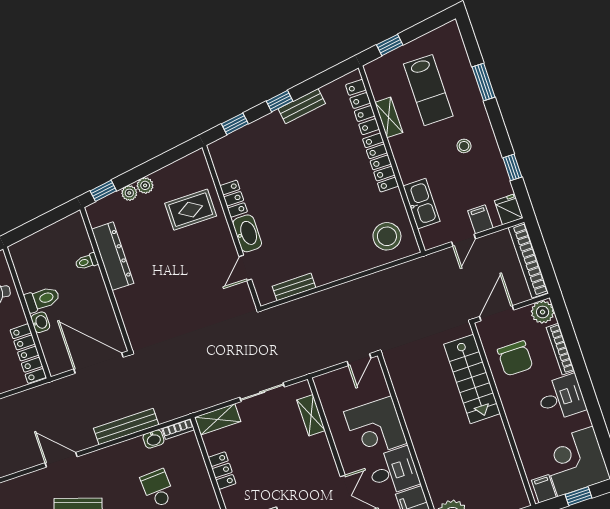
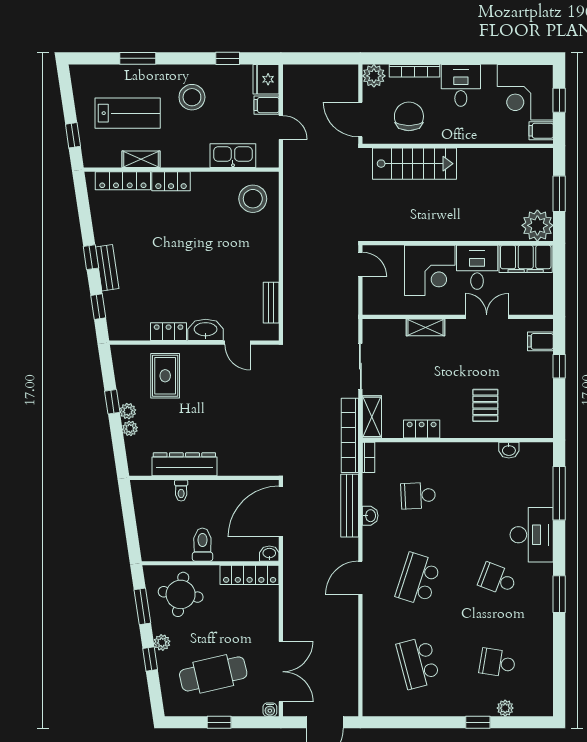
bench: (302, 106) -> (107, 268), moved
stool: (464, 146) -> (192, 97), width x1.89, depth x1.89
locker: (381, 162) -> (171, 181), width x0.66
window: (103, 191) -> (112, 402), moved
fridge: (509, 209) -> (266, 79), width x1.38
bookcase: (528, 260) -> (350, 435), moved, turned 90
washbasin: (40, 322) -> (269, 554), moved
chair: (515, 358) -> (409, 116), turned -90
shelving: (311, 415) -> (425, 327), moved
washbasin: (153, 439) -> (370, 516), moved

